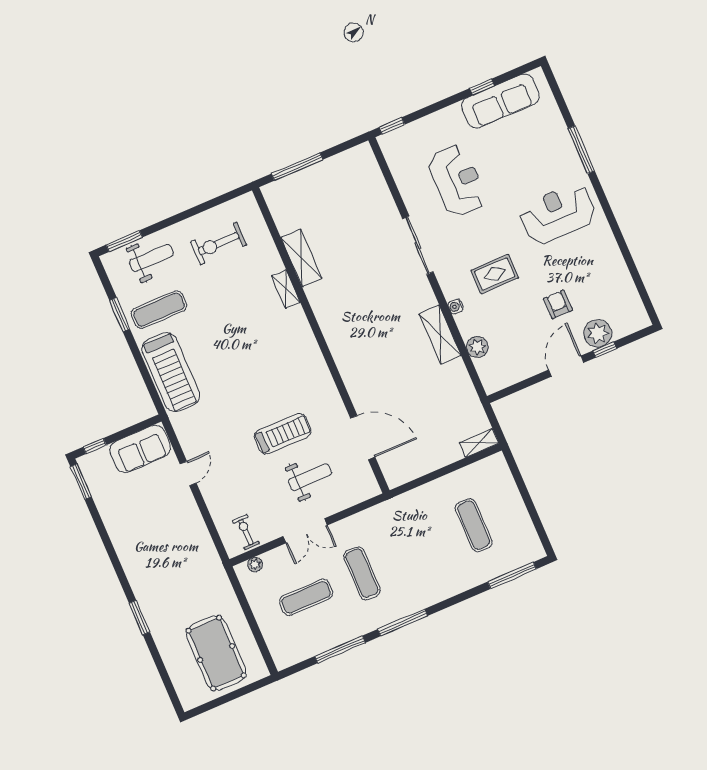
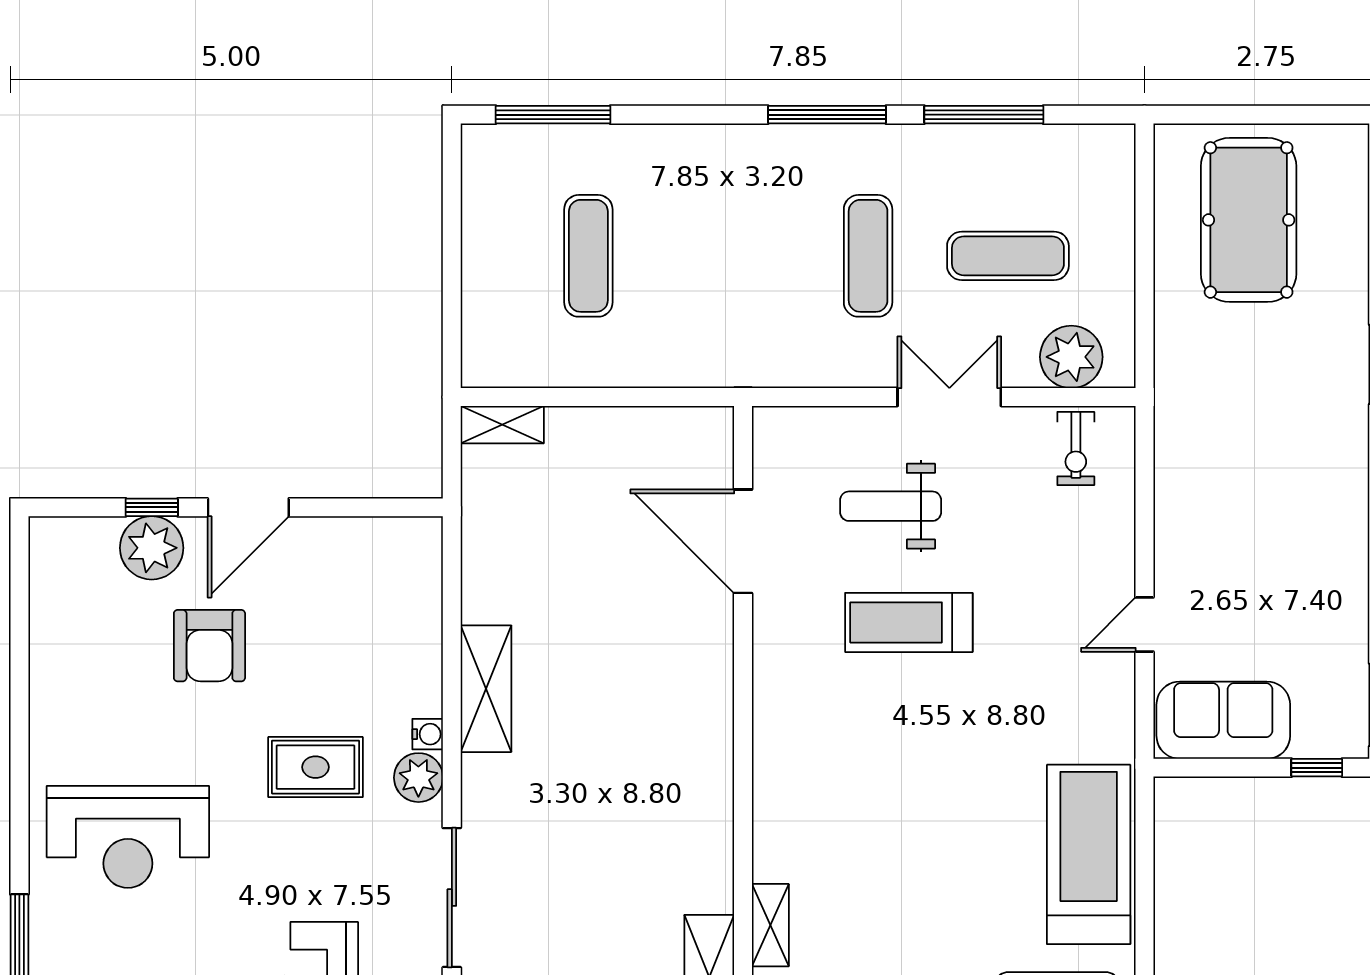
armchair: (558, 304) -> (209, 646), width x1.38, depth x1.38
plant: (477, 347) -> (418, 778), moved
plant: (255, 564) -> (1071, 357), width x1.87, depth x1.87

